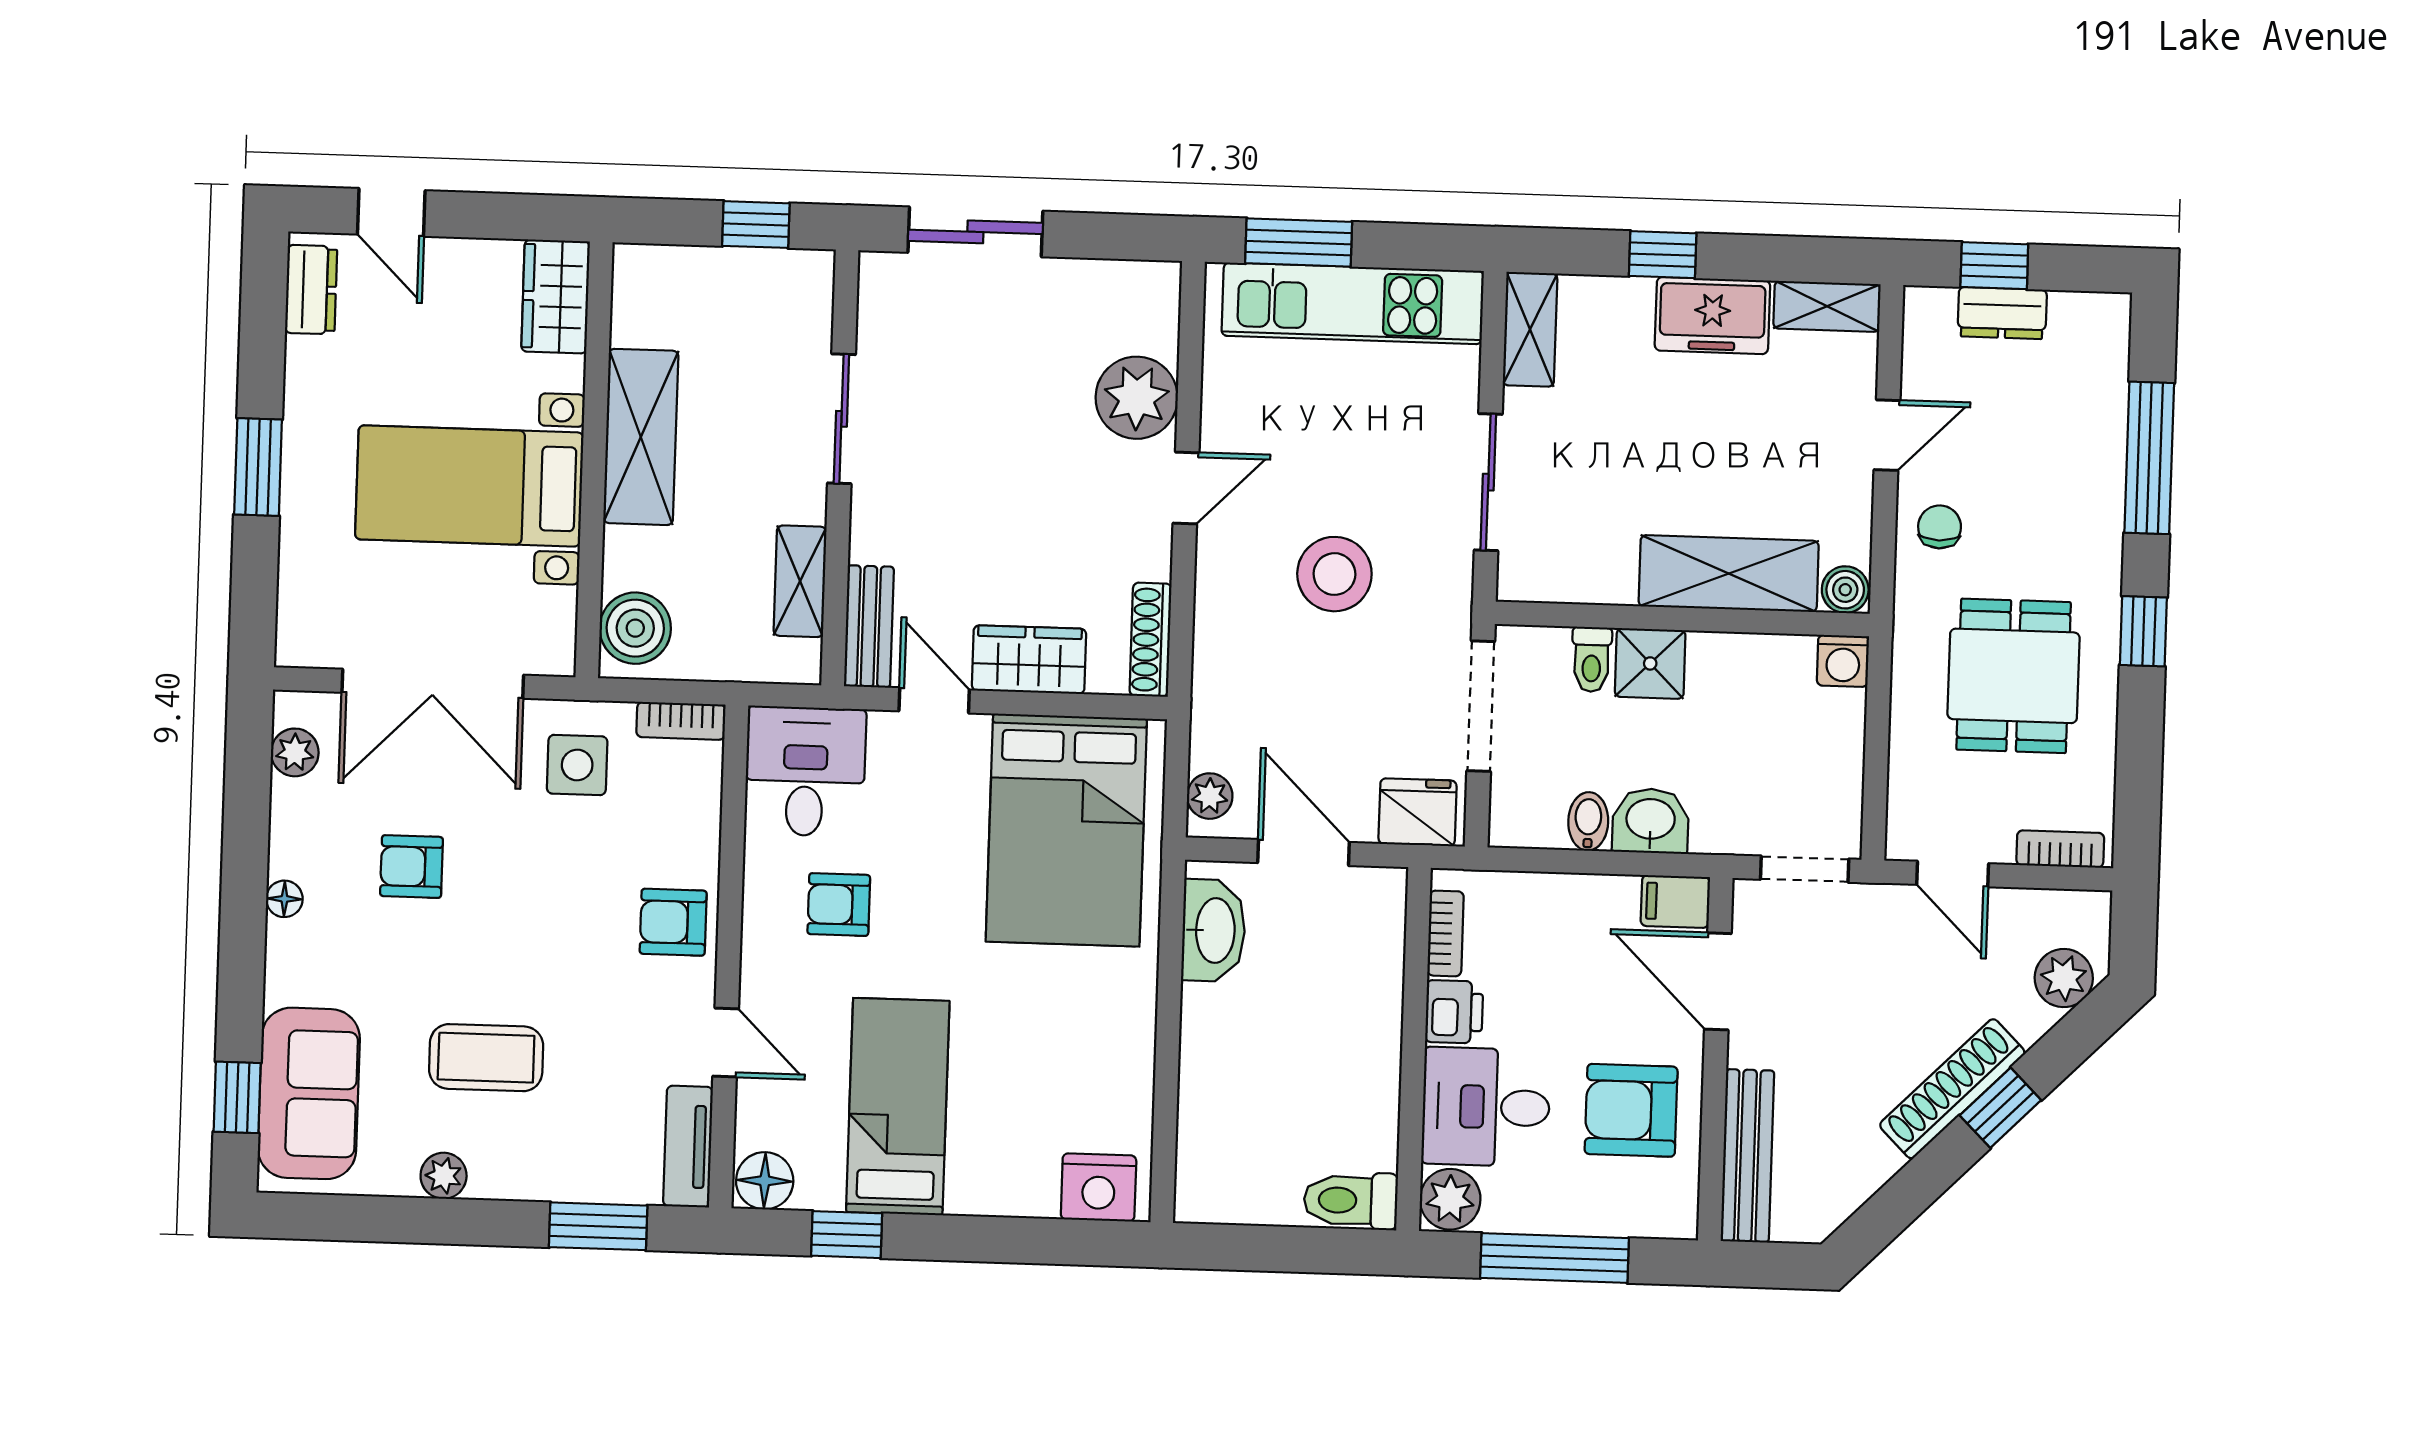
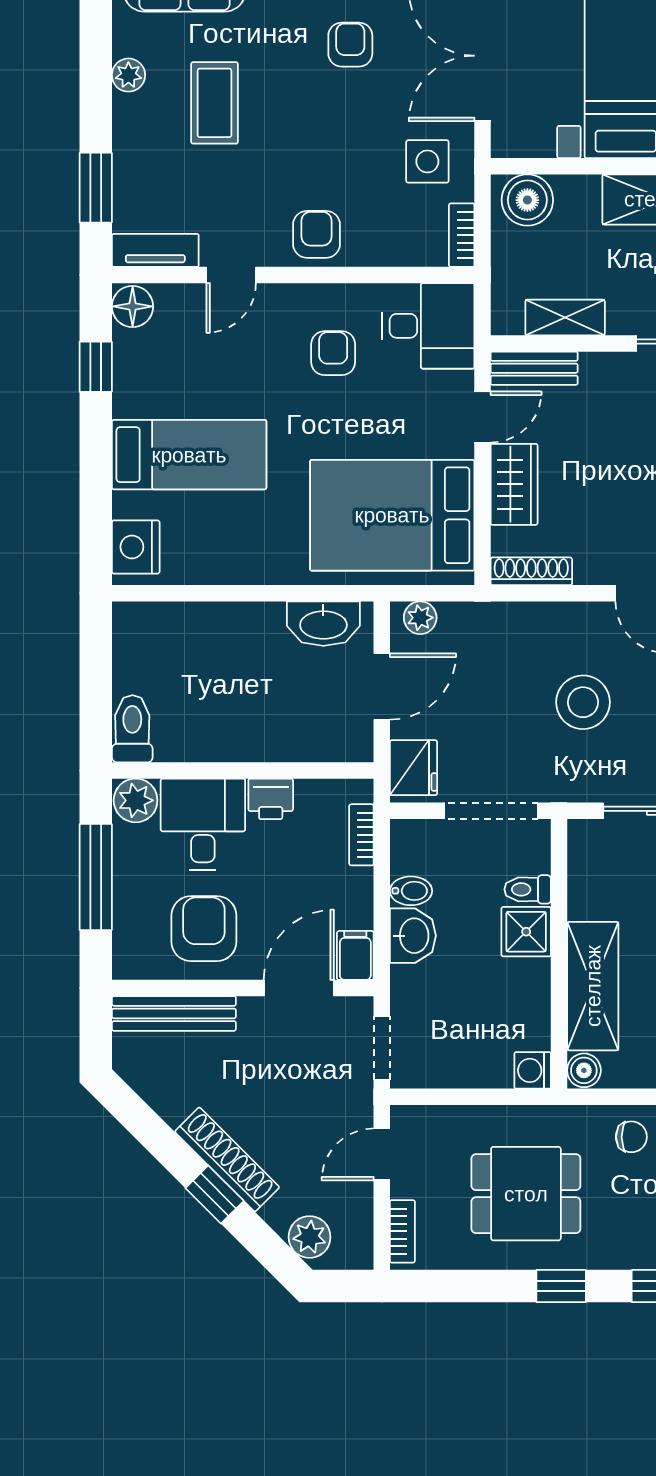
bookcase: (1446, 933) -> (361, 835), moved, turned 90
bed: (898, 1107) -> (189, 455), moved

